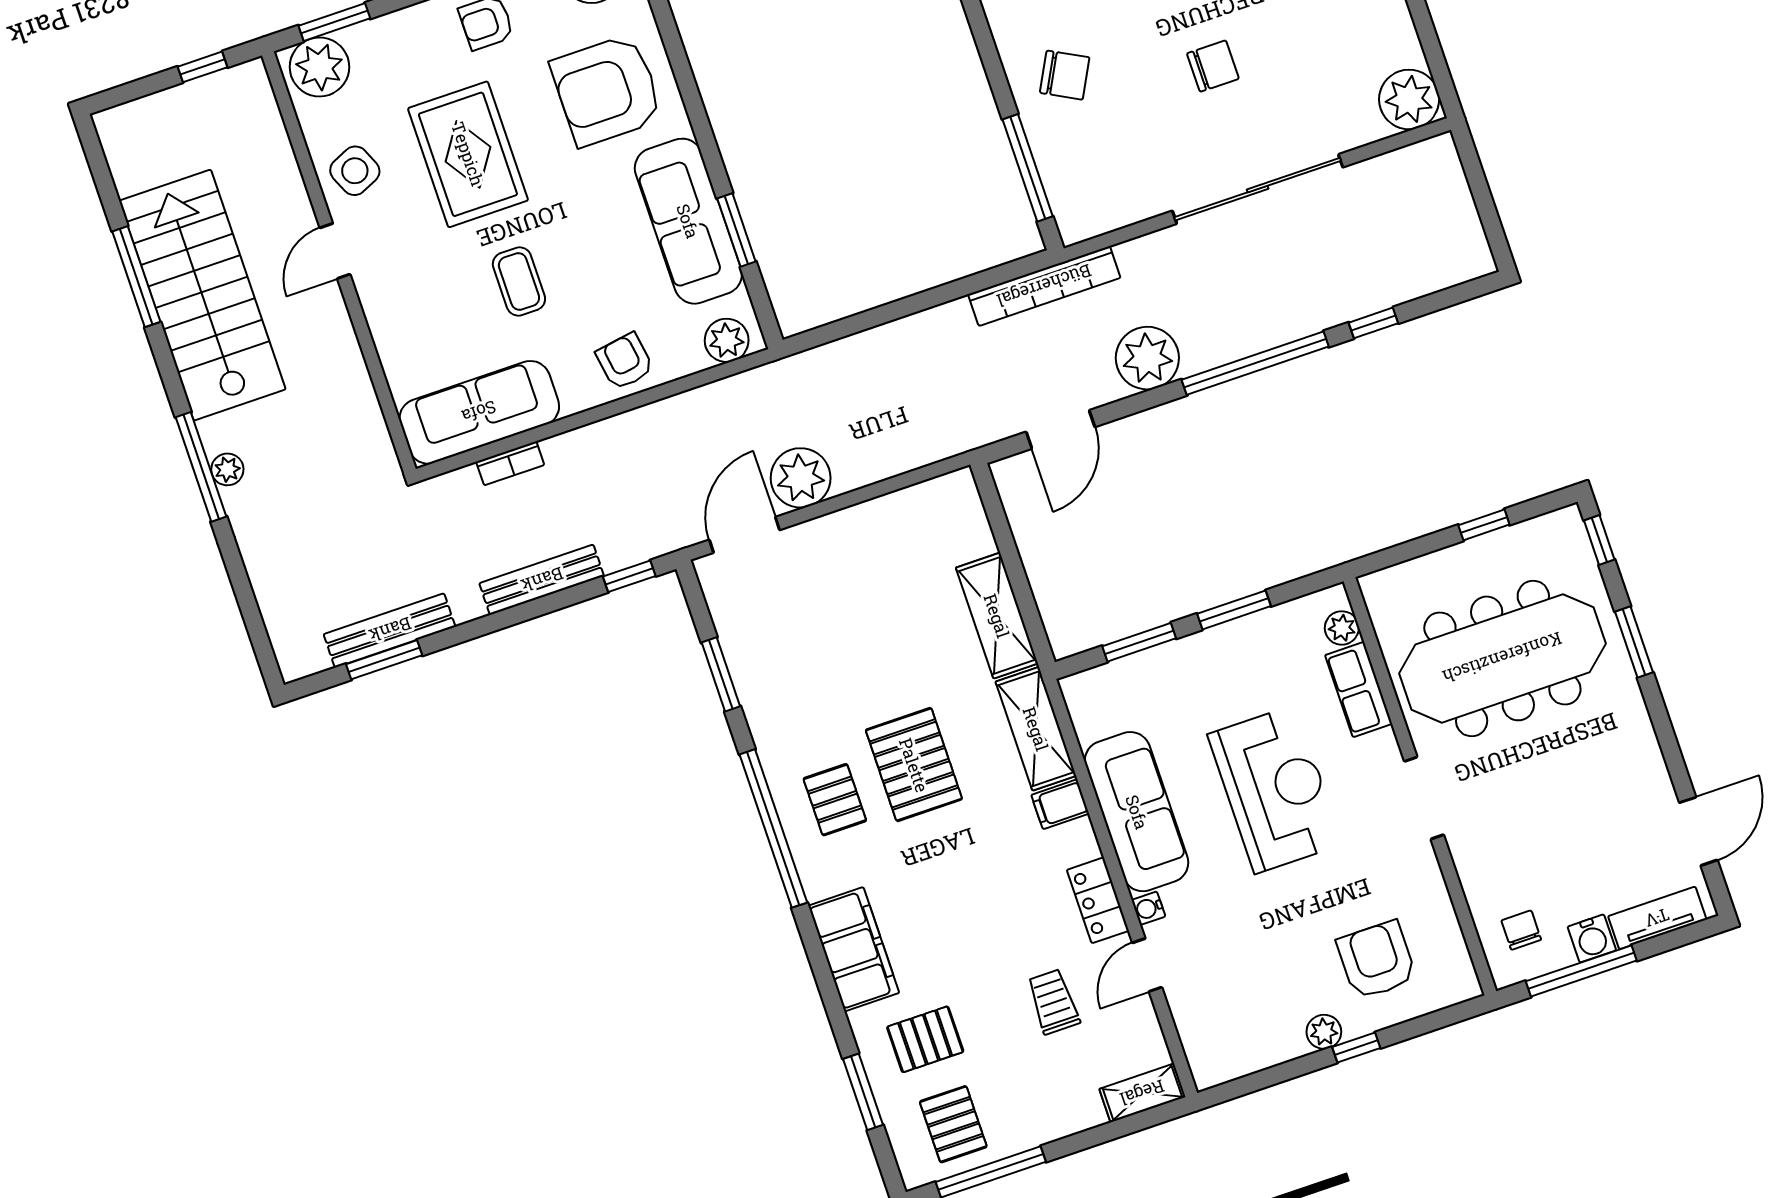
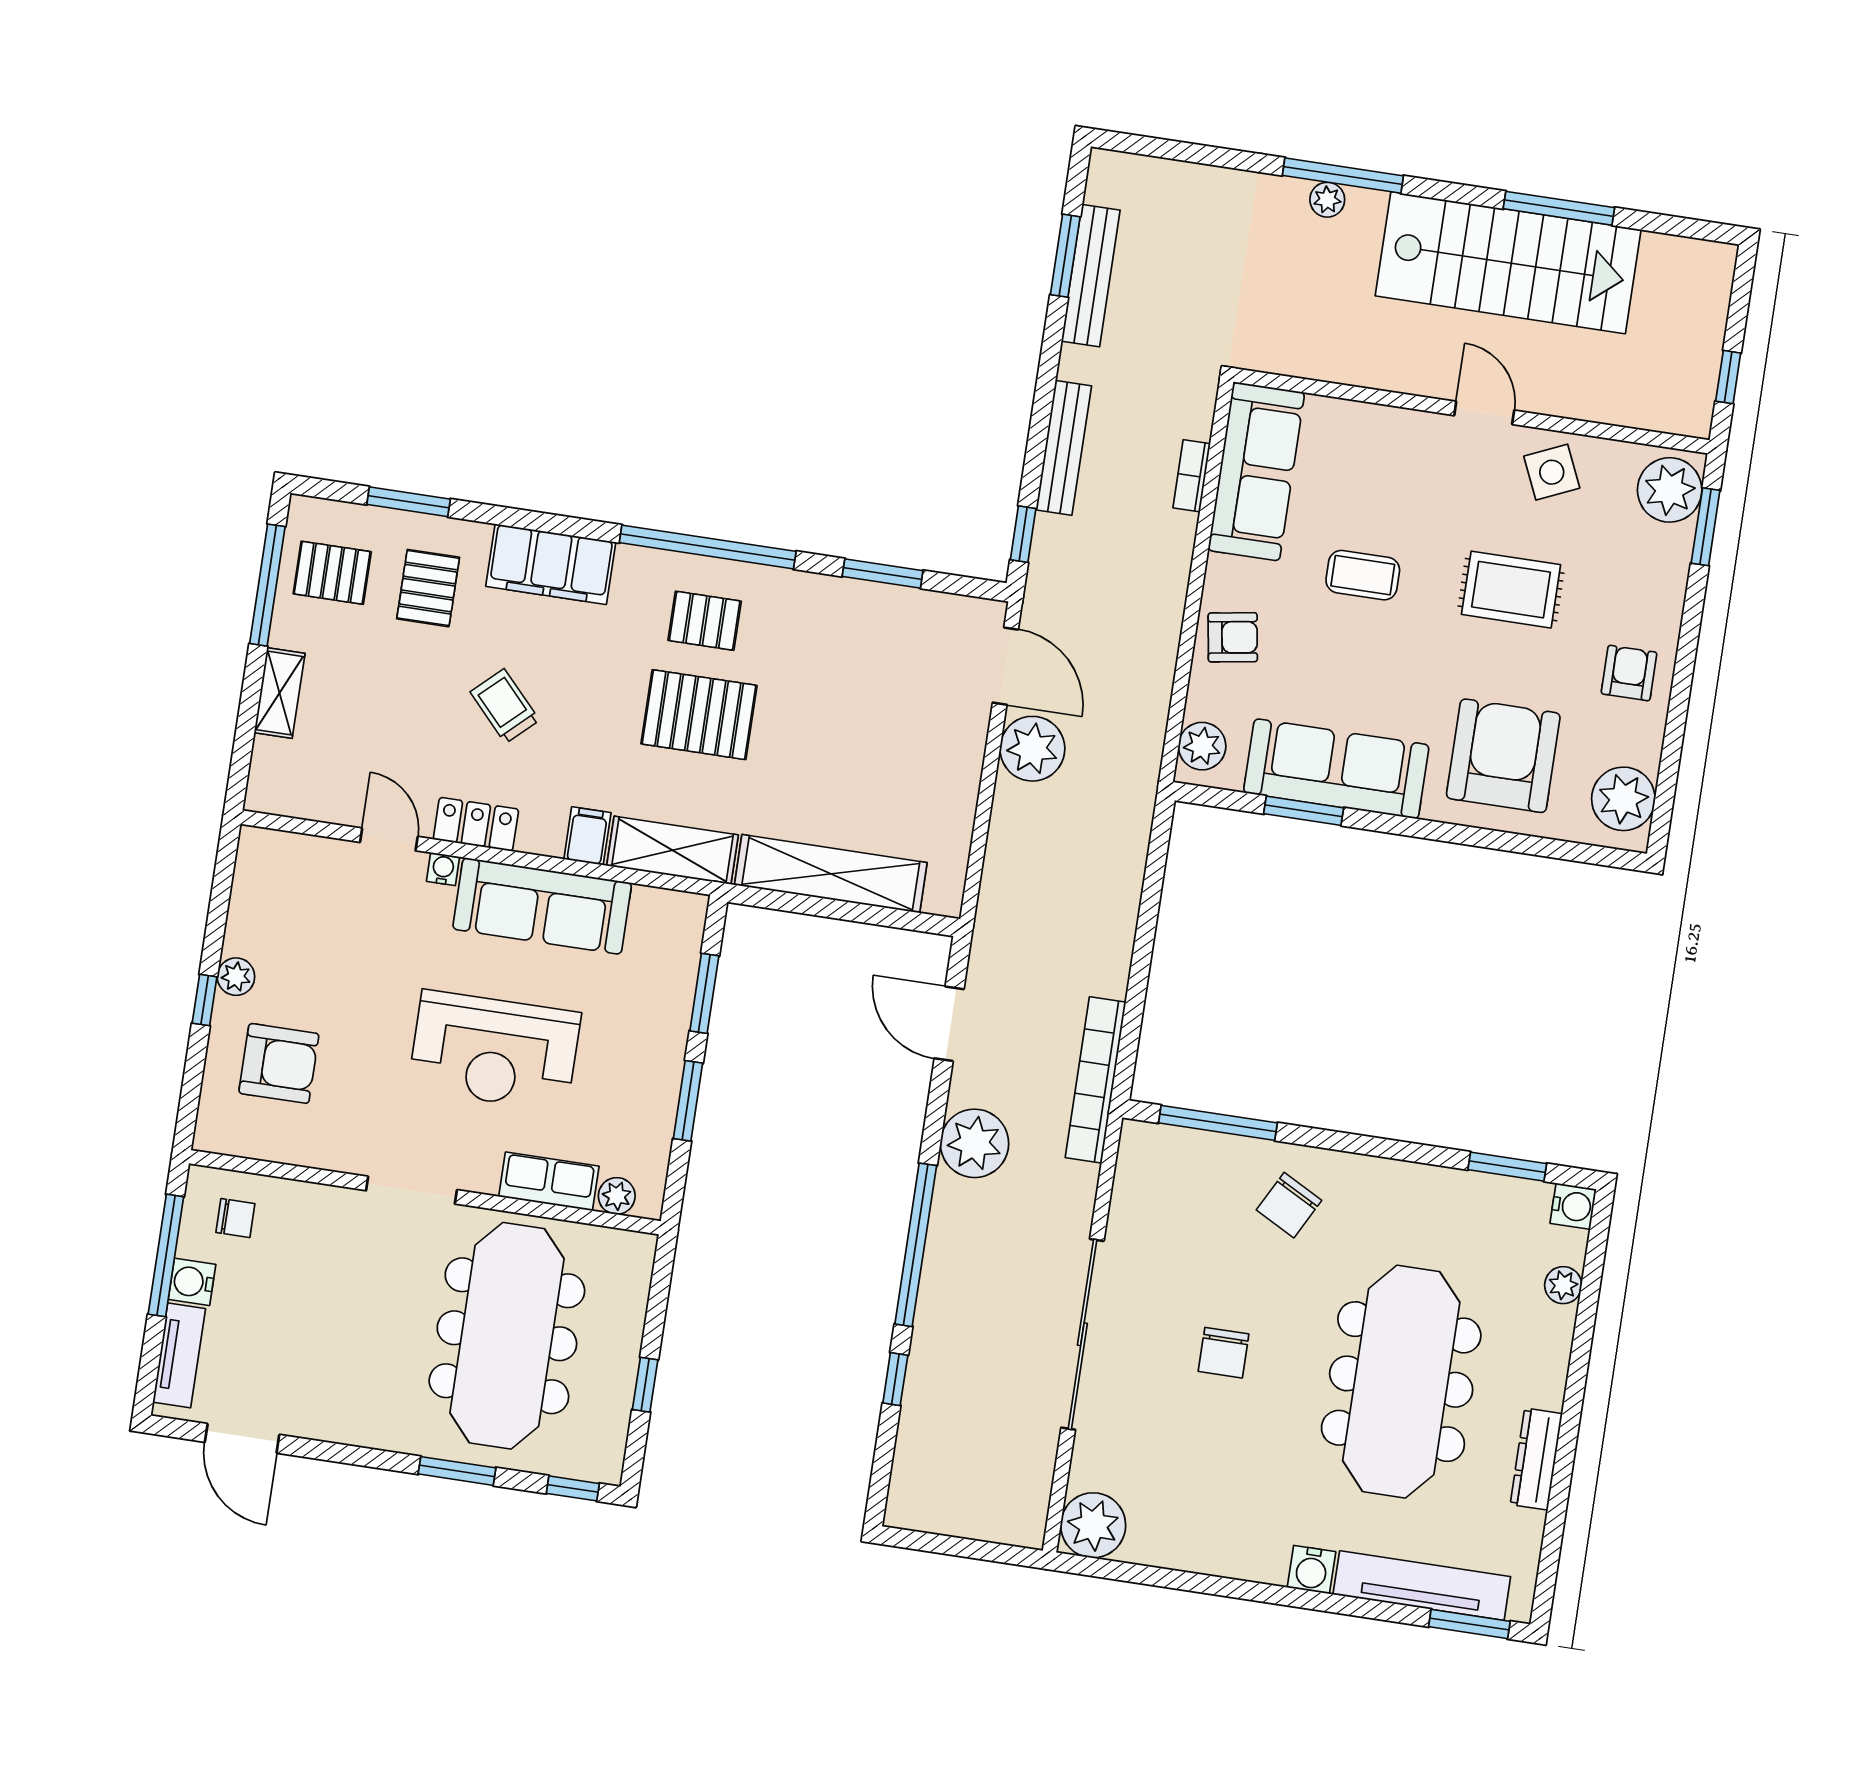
rug: (468, 154) -> (1511, 590), width x0.73, depth x0.70
shelving: (997, 616) -> (831, 874), width x1.47
trolley: (1053, 1002) -> (505, 706), moved, turned -133
shelving: (1142, 1093) -> (280, 693), moved

